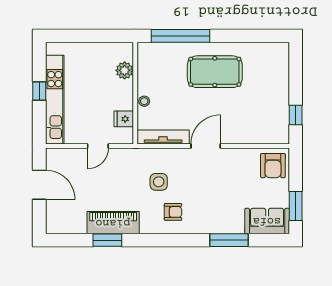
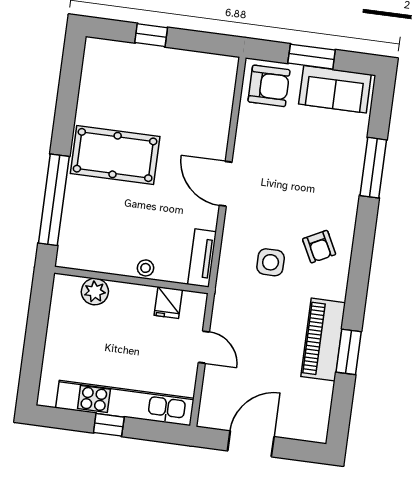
pool table: (215, 72) -> (115, 155), turned 90
window: (296, 115) -> (151, 35), moved
tv unit: (163, 137) -> (202, 258), width x0.71
window: (296, 206) -> (312, 57), moved
armchair: (173, 212) -> (319, 247), turned 153
sofa: (267, 221) -> (335, 89), moved, turned -90

